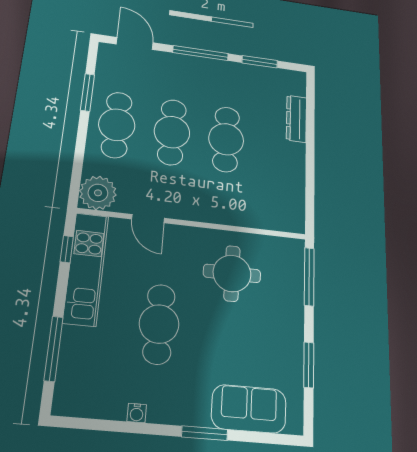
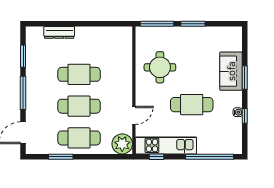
window: (54, 349) -> (210, 157), width x1.46
window: (309, 365) -> (193, 24), moved
sofa: (249, 409) -> (231, 71), moved
window: (128, 427) -> (245, 116), added

